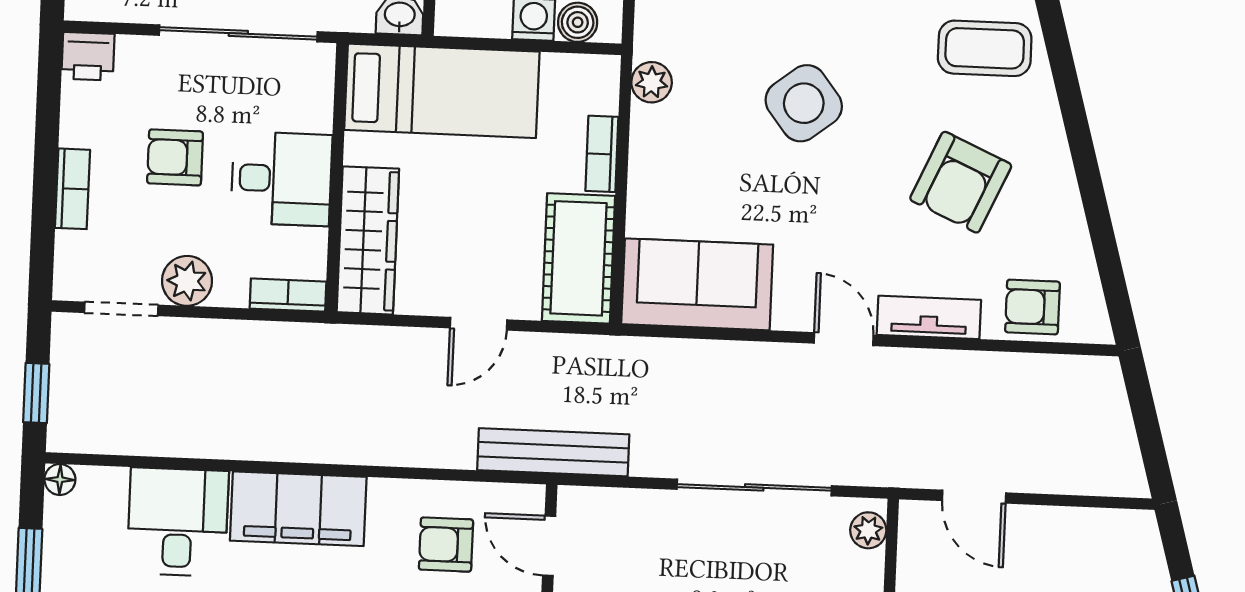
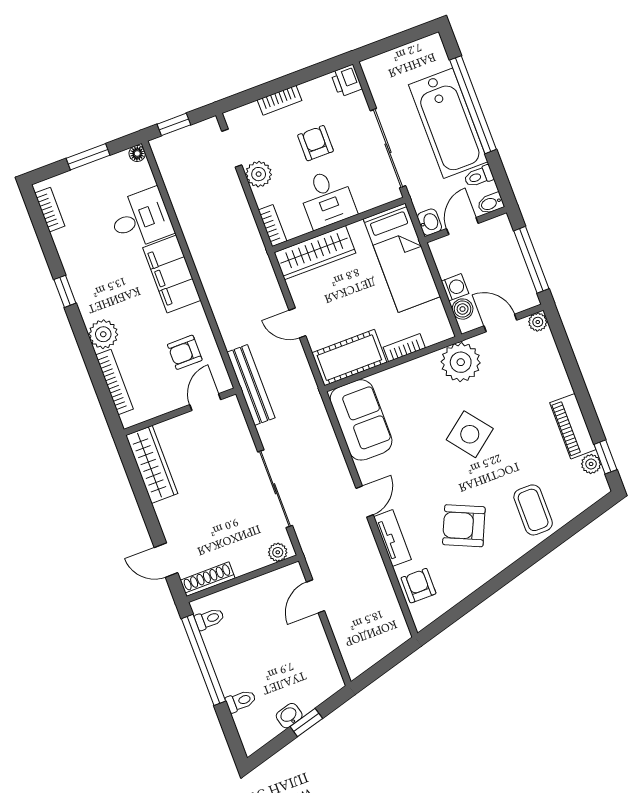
plant: (652, 82) -> (461, 362), width x1.88, depth x1.88
armchair: (446, 545) -> (185, 352), turned -90

